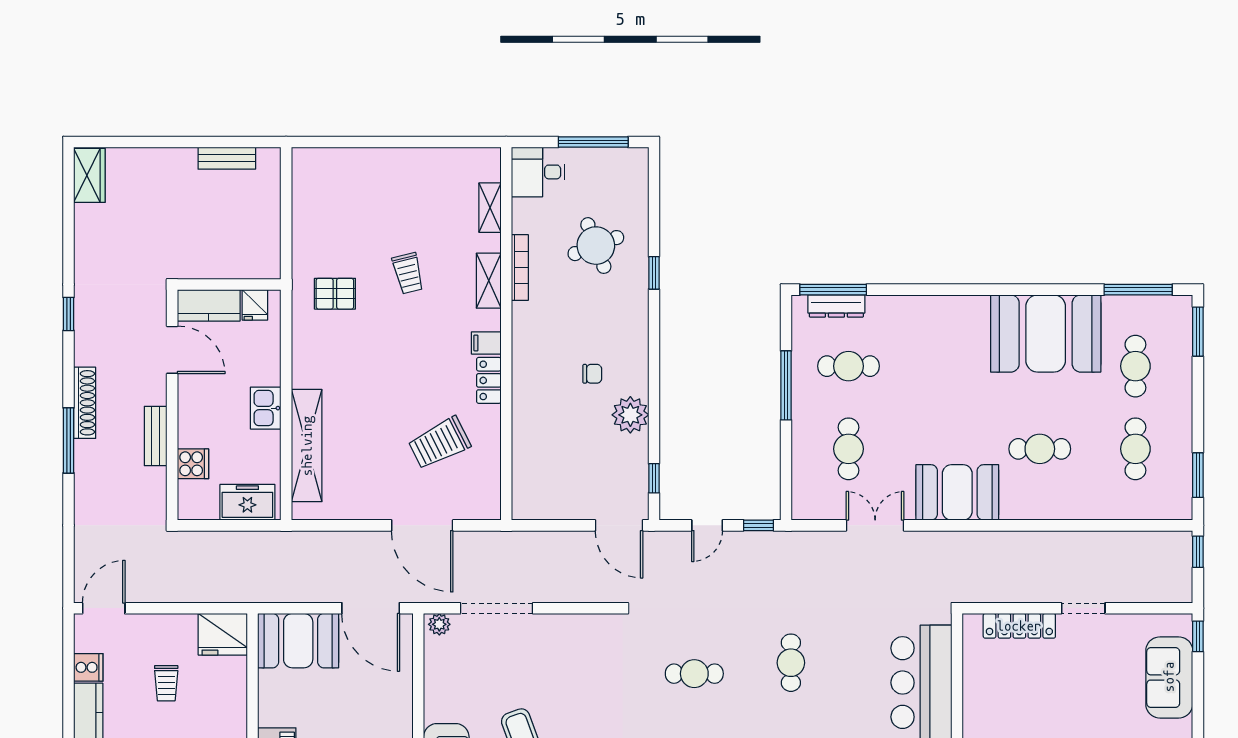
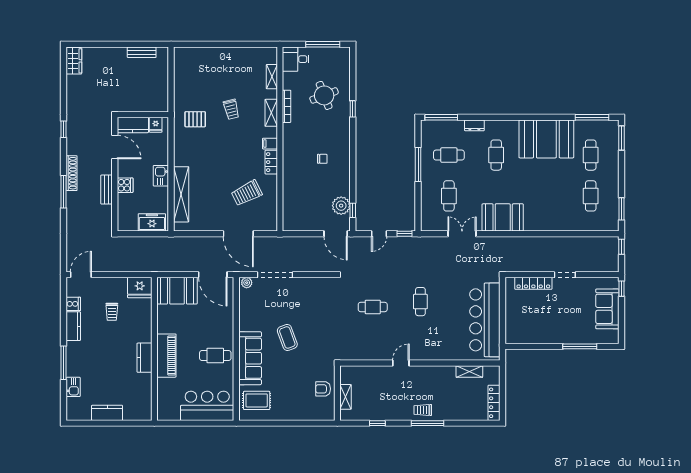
dresser: (836, 306) -> (474, 125), moved, width x0.70
plant: (630, 415) -> (341, 206), moved
cafe table: (1040, 449) -> (496, 155), moved, turned 90
cooker: (193, 464) -> (125, 185), moved

